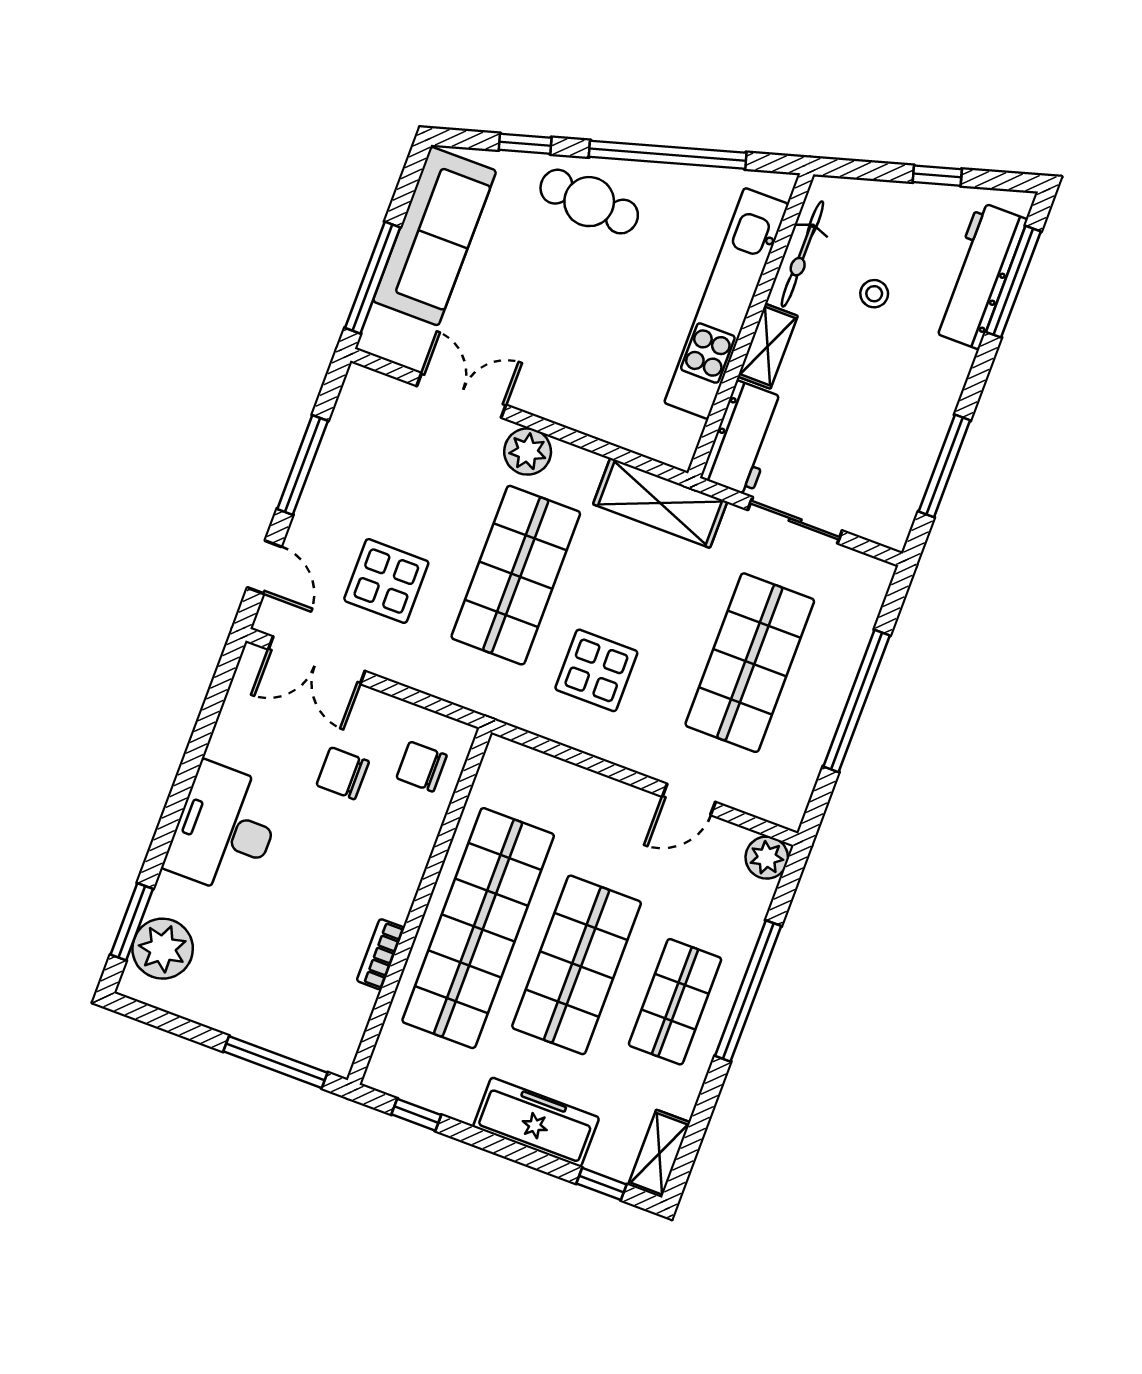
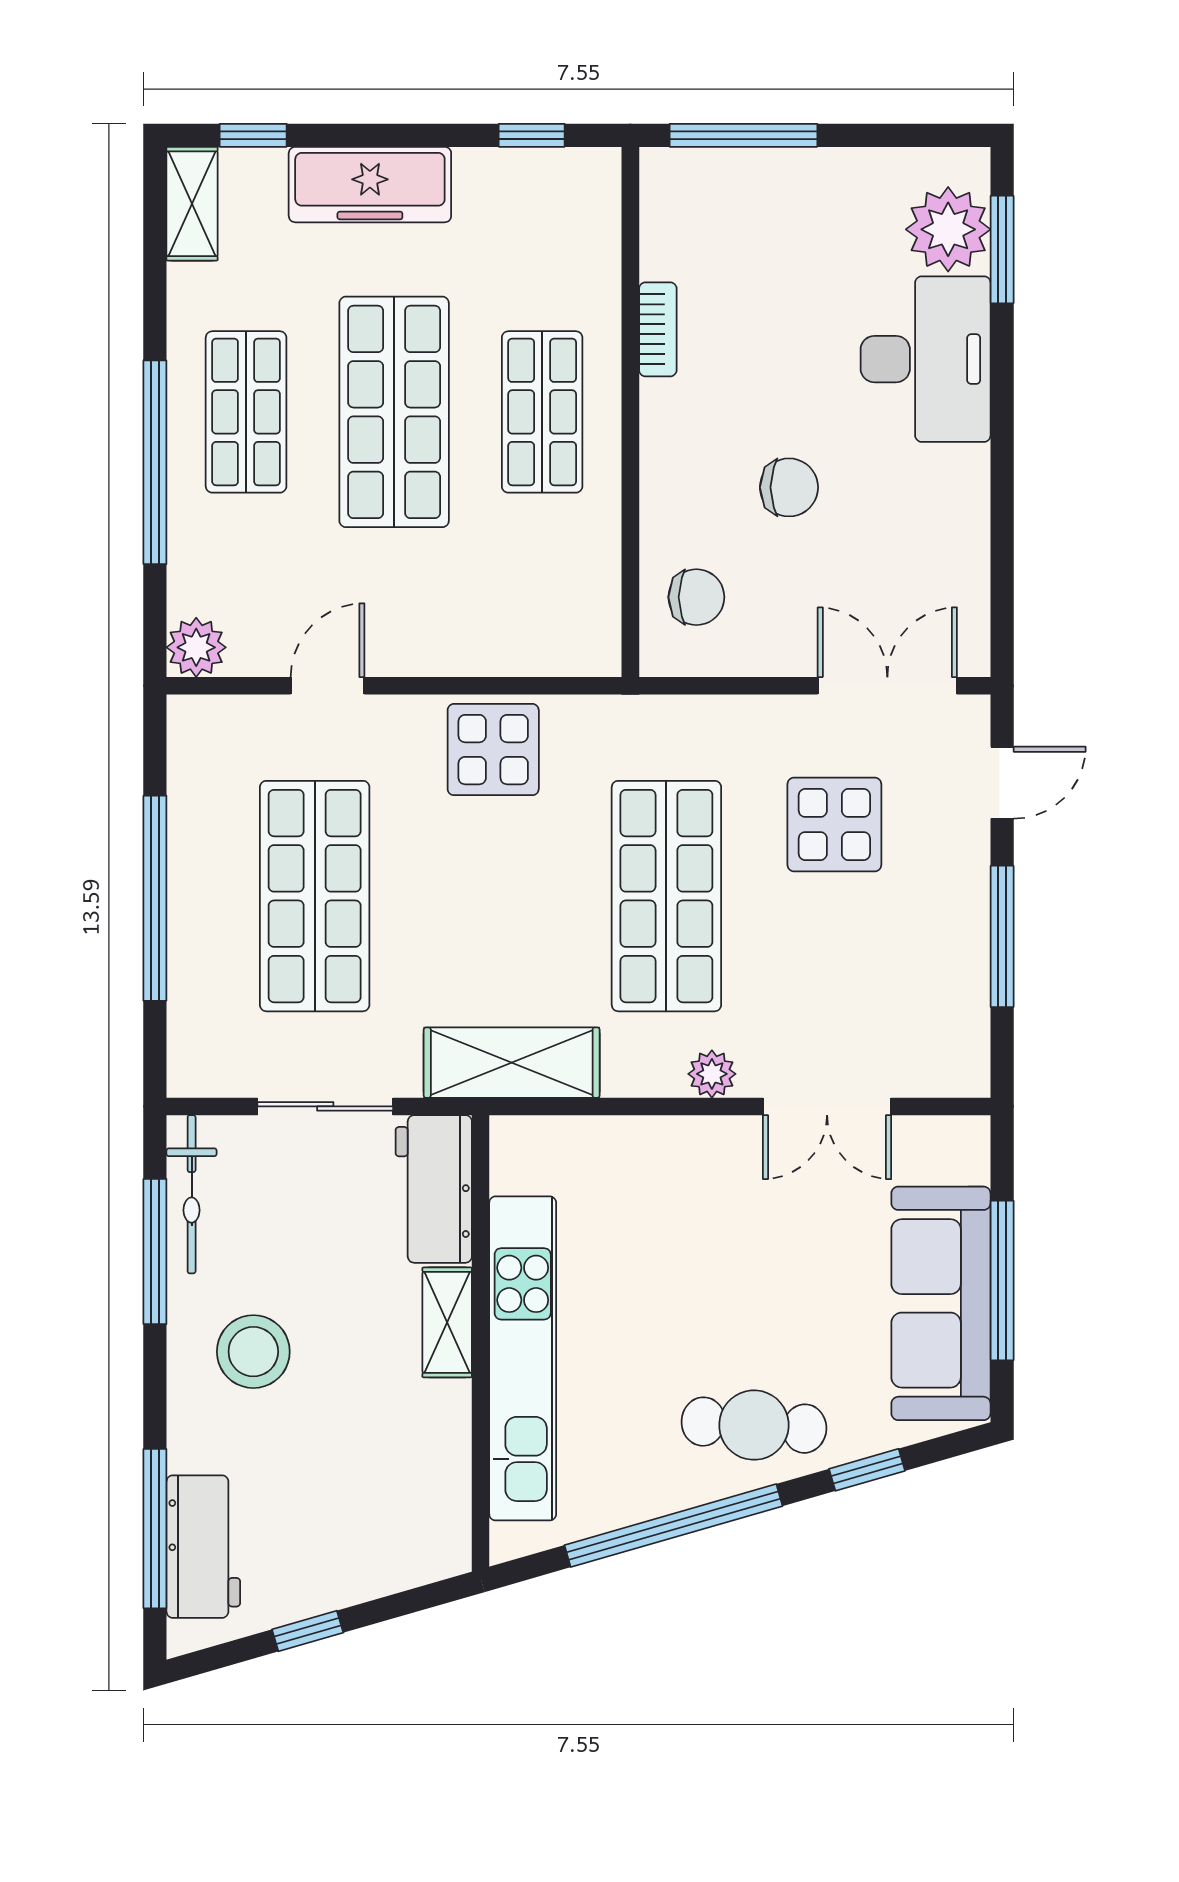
bicycle: (802, 254) -> (192, 1194), moved, turned 180
workbench: (979, 275) -> (203, 1547), width x0.73
window: (373, 278) -> (1002, 1280), moved
stool: (874, 294) -> (253, 1352), moved, width x1.89, depth x1.89
plant: (528, 452) -> (712, 1074), width x0.73, depth x0.73
door: (264, 567) -> (1002, 783), swing flipped
display table: (596, 670) -> (493, 750), moved
chair: (343, 773) -> (789, 487), moved
desk: (224, 829) -> (926, 359), moved
shop shelf: (478, 928) -> (542, 412), width x0.50, depth x0.74

